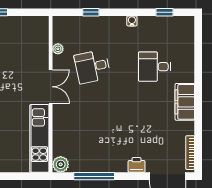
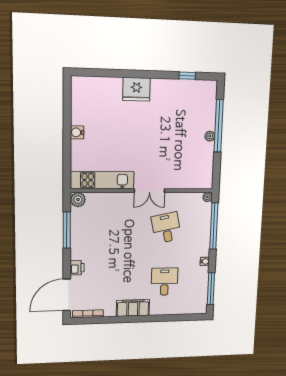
window: (91, 12) -> (214, 226), width x3.17
window: (164, 12) -> (211, 289), width x2.17
plant: (58, 49) -> (207, 197), moved

